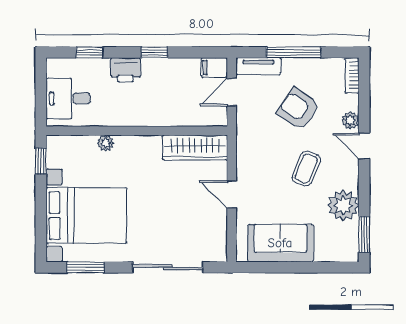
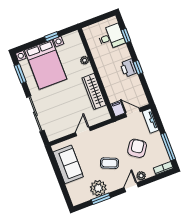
window: (294, 52) -> (168, 147), moved
filing cabinet: (214, 68) -> (118, 109), moved
printer: (126, 70) -> (128, 68), moved
desk: (68, 98) -> (111, 37), moved, turned 90
wardrobe: (195, 147) -> (94, 91), moved
window: (41, 161) -> (52, 37), moved
window: (364, 234) -> (101, 199), moved

